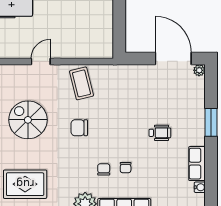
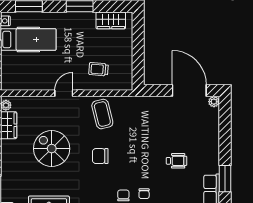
trolley: (77, 36) -> (98, 69), added
window: (211, 122) -> (225, 179), moved

